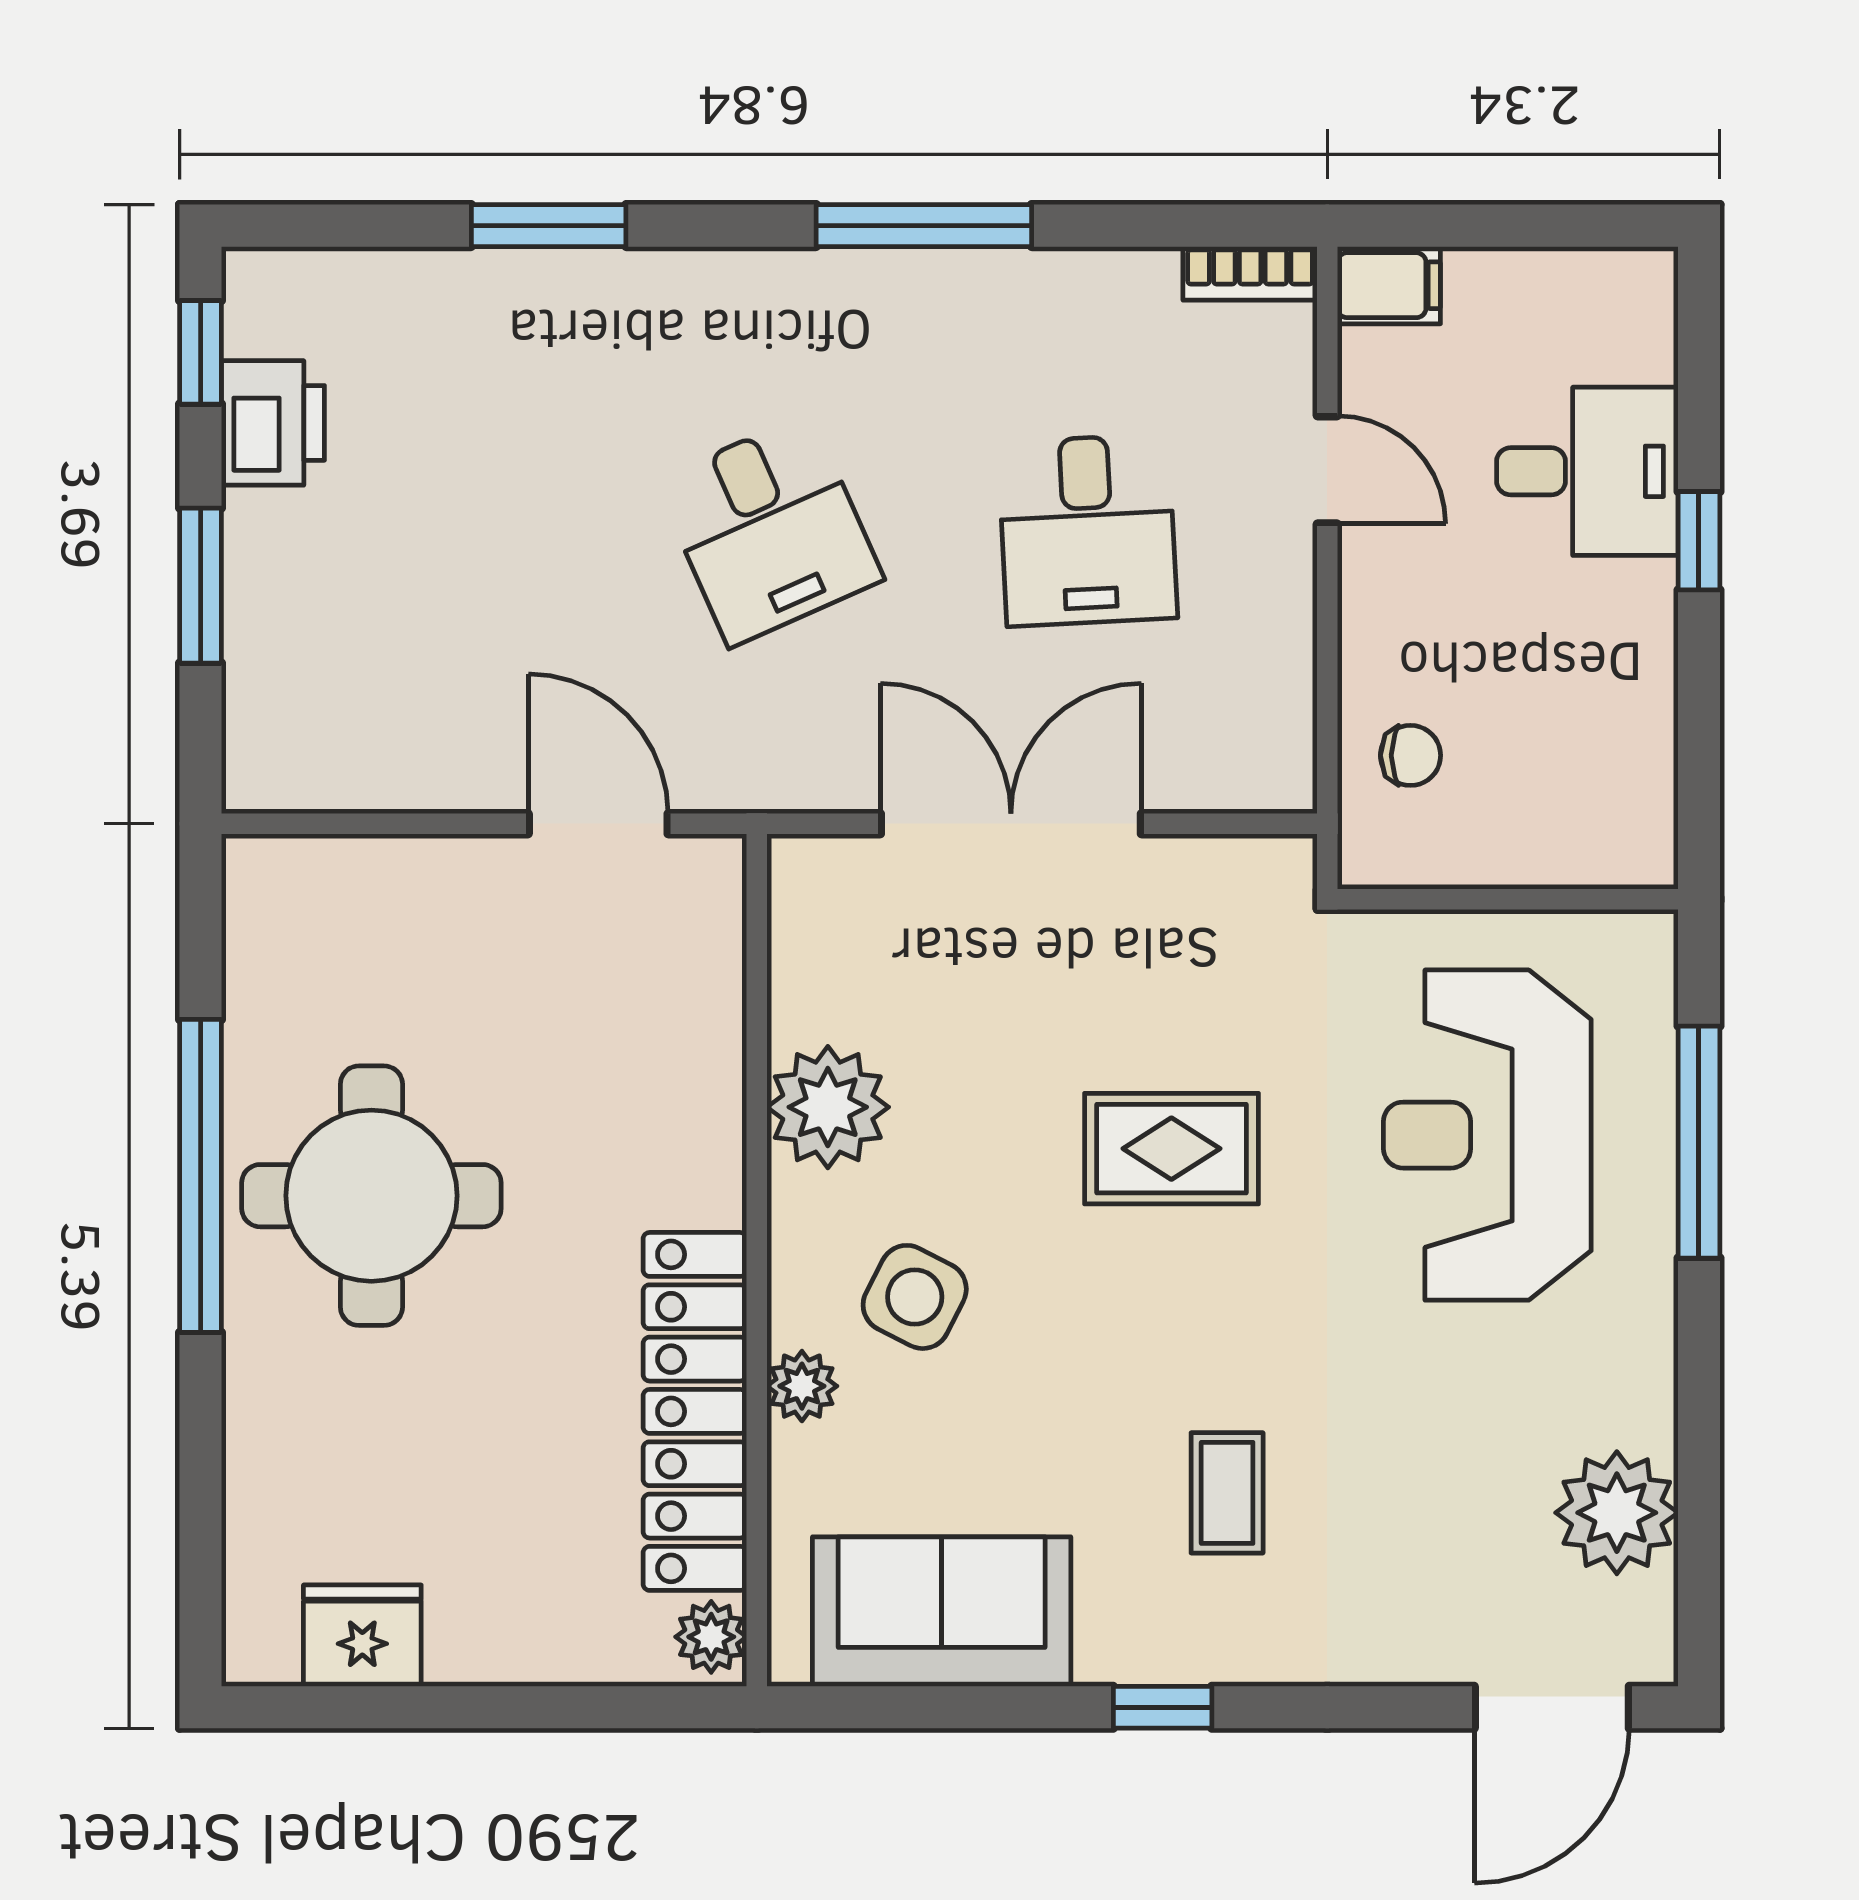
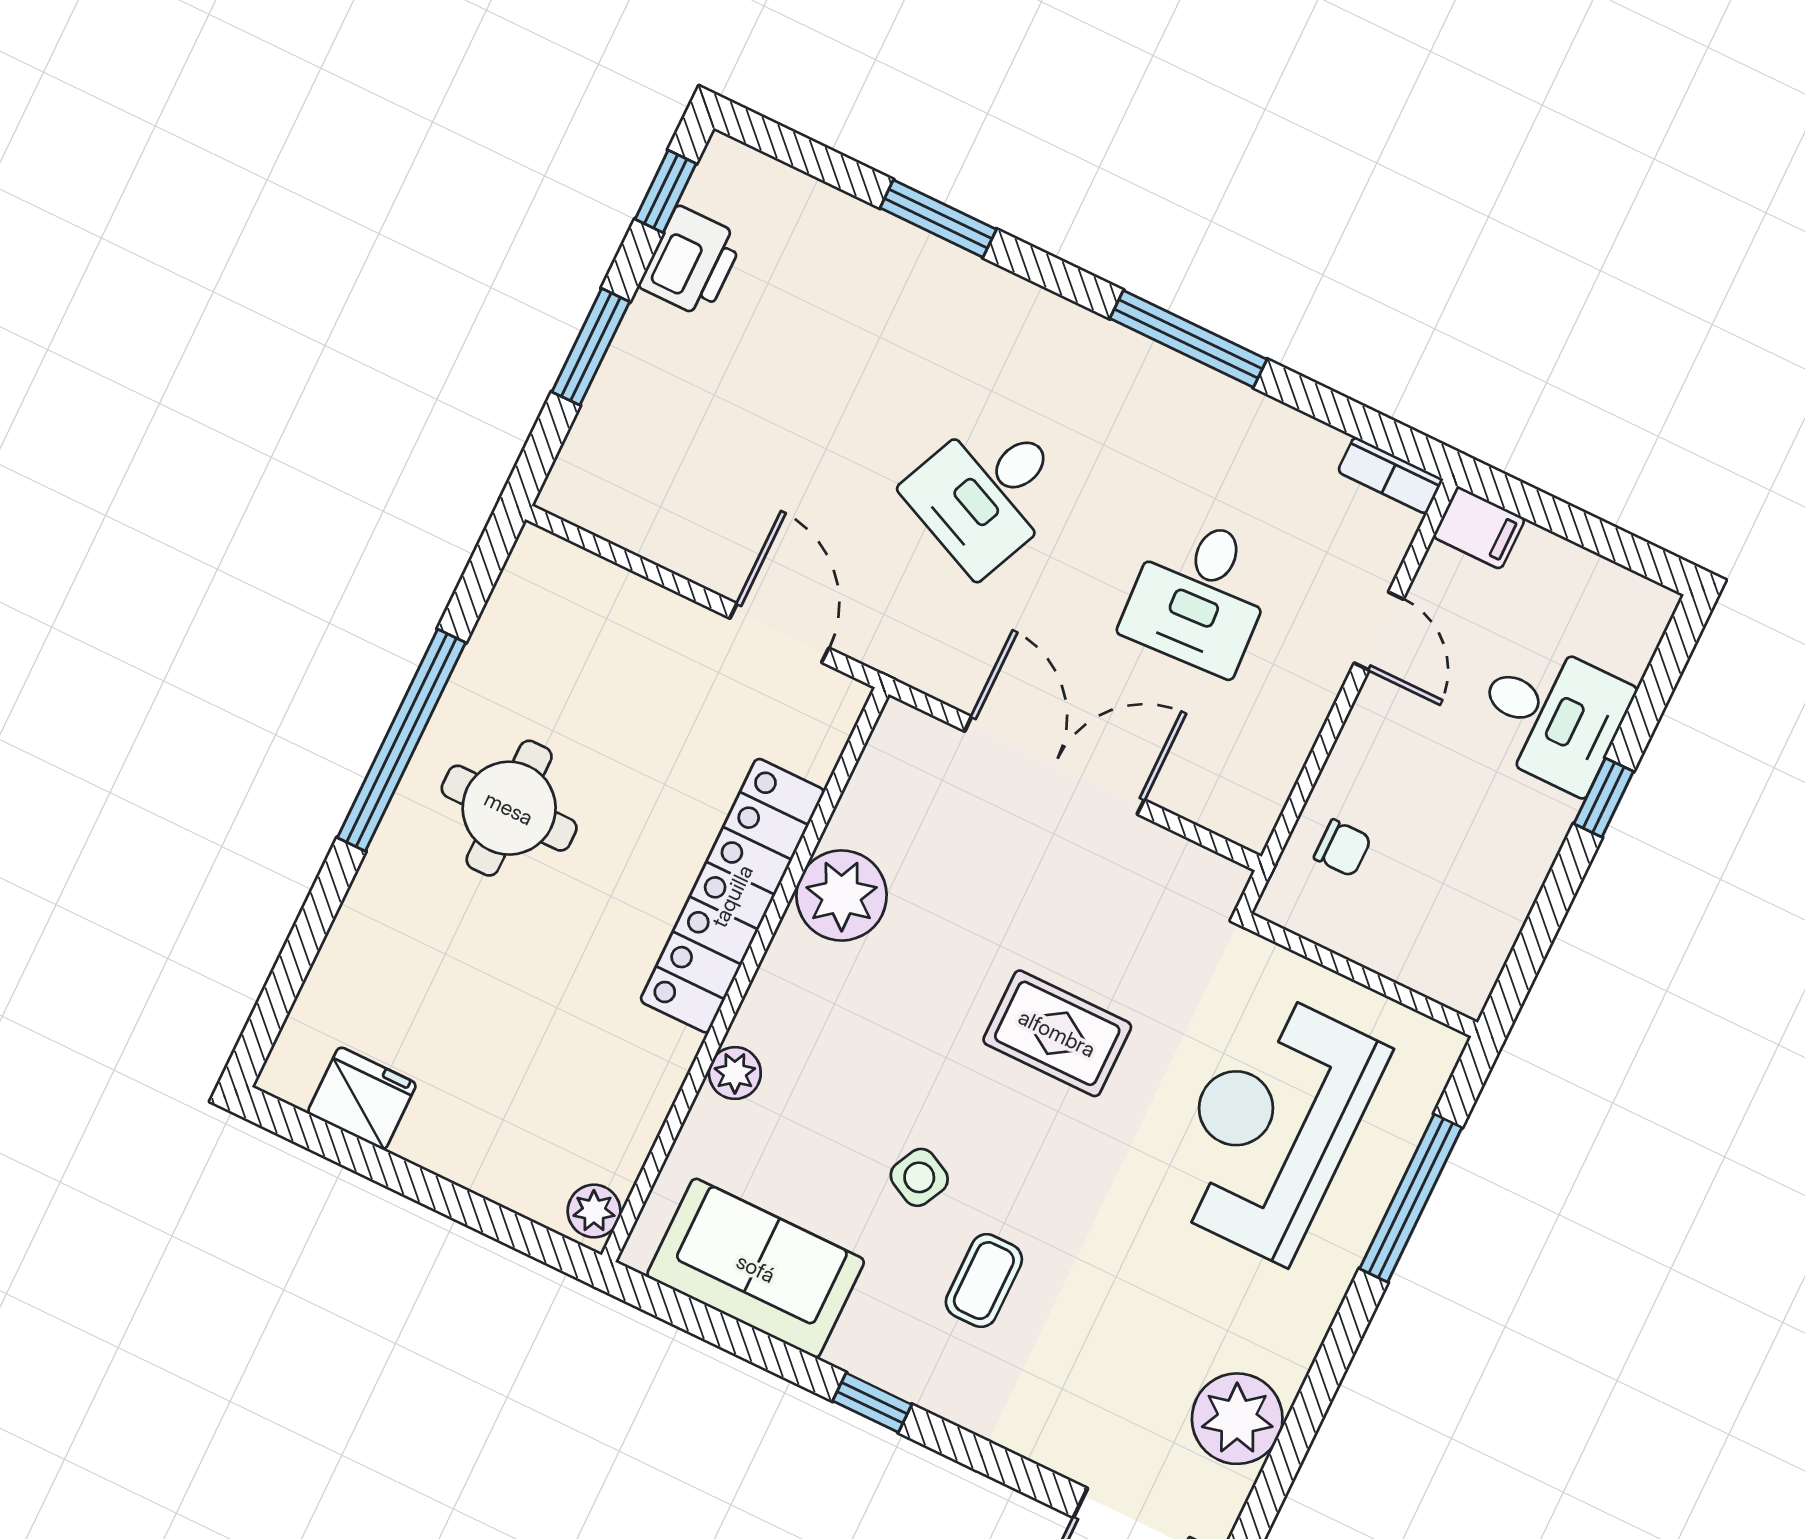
desk: (769, 530) -> (988, 492), turned 48
round table: (371, 1196) -> (509, 808), width x0.73, depth x0.73
side table: (915, 1297) -> (919, 1177), moved, width x0.73, depth x0.73
locker: (695, 1411) -> (732, 896), moved

